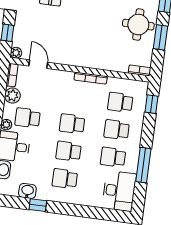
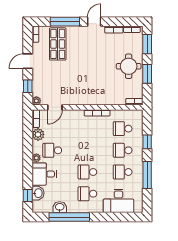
door: (38, 64) -> (55, 107), swing flipped
window: (152, 104) -> (147, 142), moved
school desk: (72, 124) -> (87, 150), removed
desk: (119, 191) -> (118, 201), moved, turned 90
window: (38, 205) -> (69, 217), width x3.17

